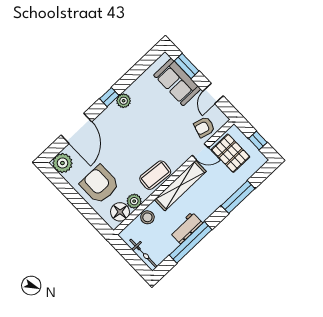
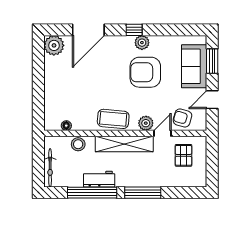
window: (258, 141) -> (212, 165), removed
door: (200, 152) -> (163, 133), swing flipped
pallet: (231, 153) -> (183, 155), width x0.67, depth x0.71
armchair: (100, 184) -> (145, 72), moved, turned -90
window: (238, 197) -> (143, 193), moved
plant: (134, 201) -> (146, 123), moved
floor lamp: (120, 212) -> (66, 126), width x0.53, depth x0.53

